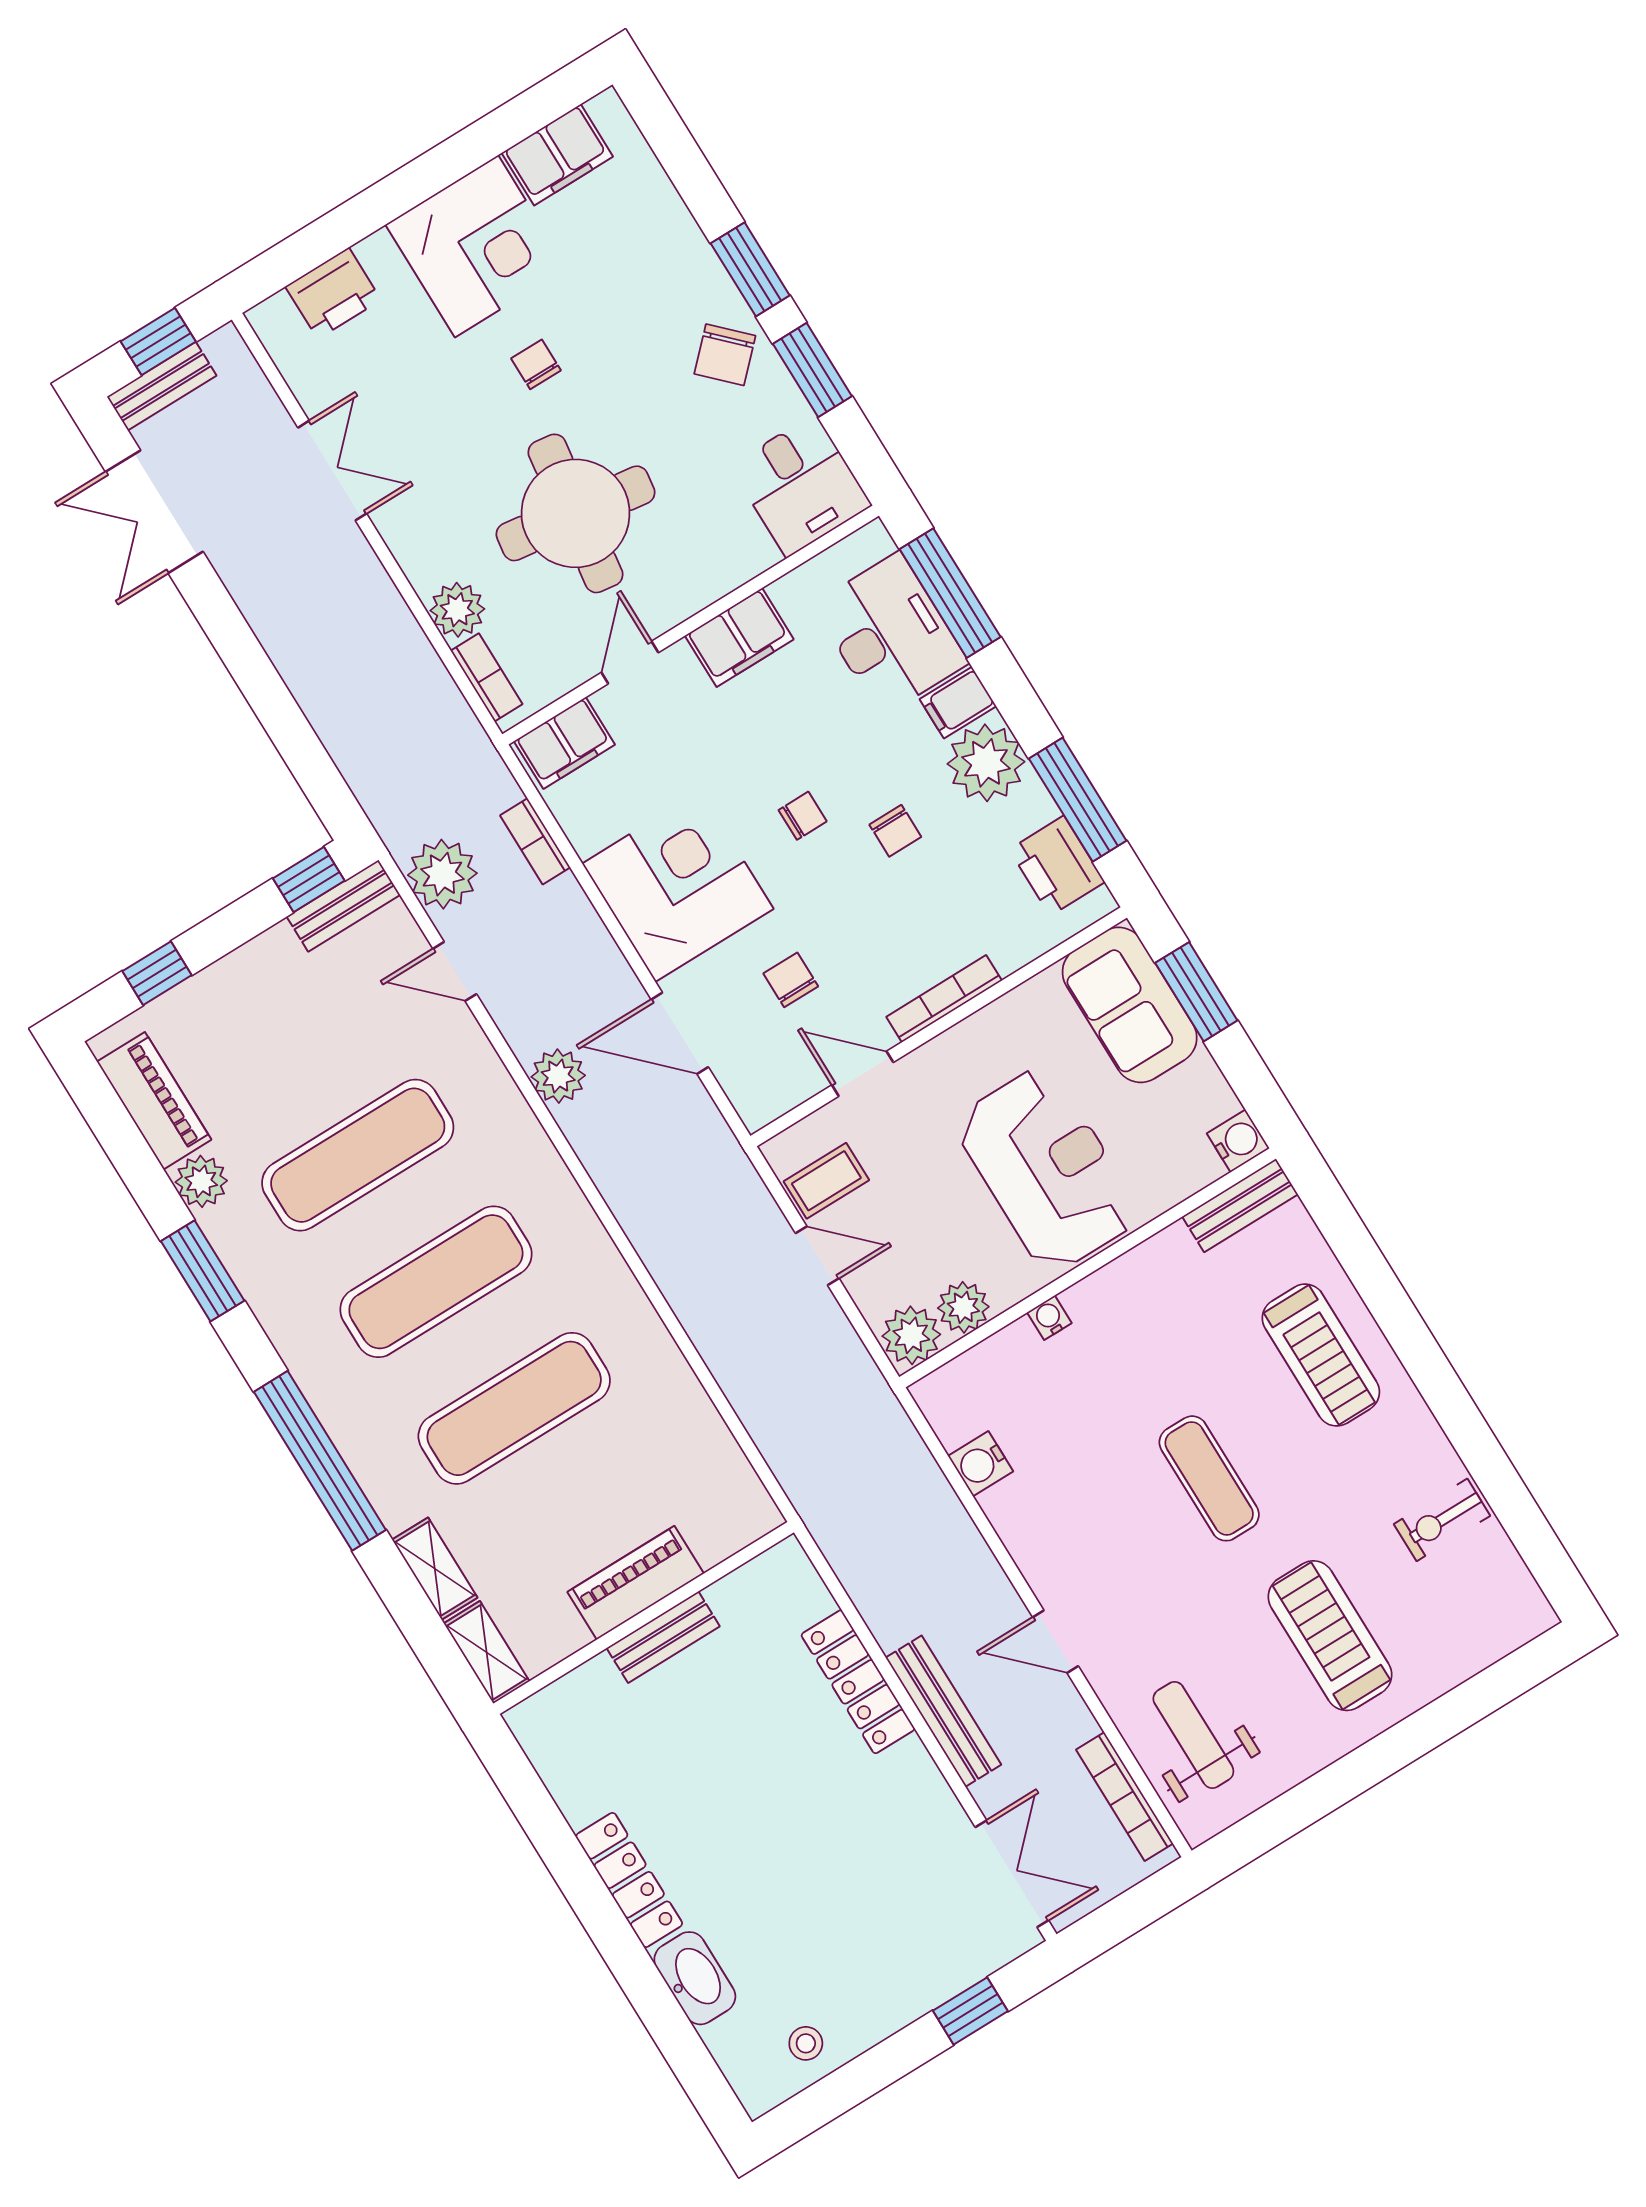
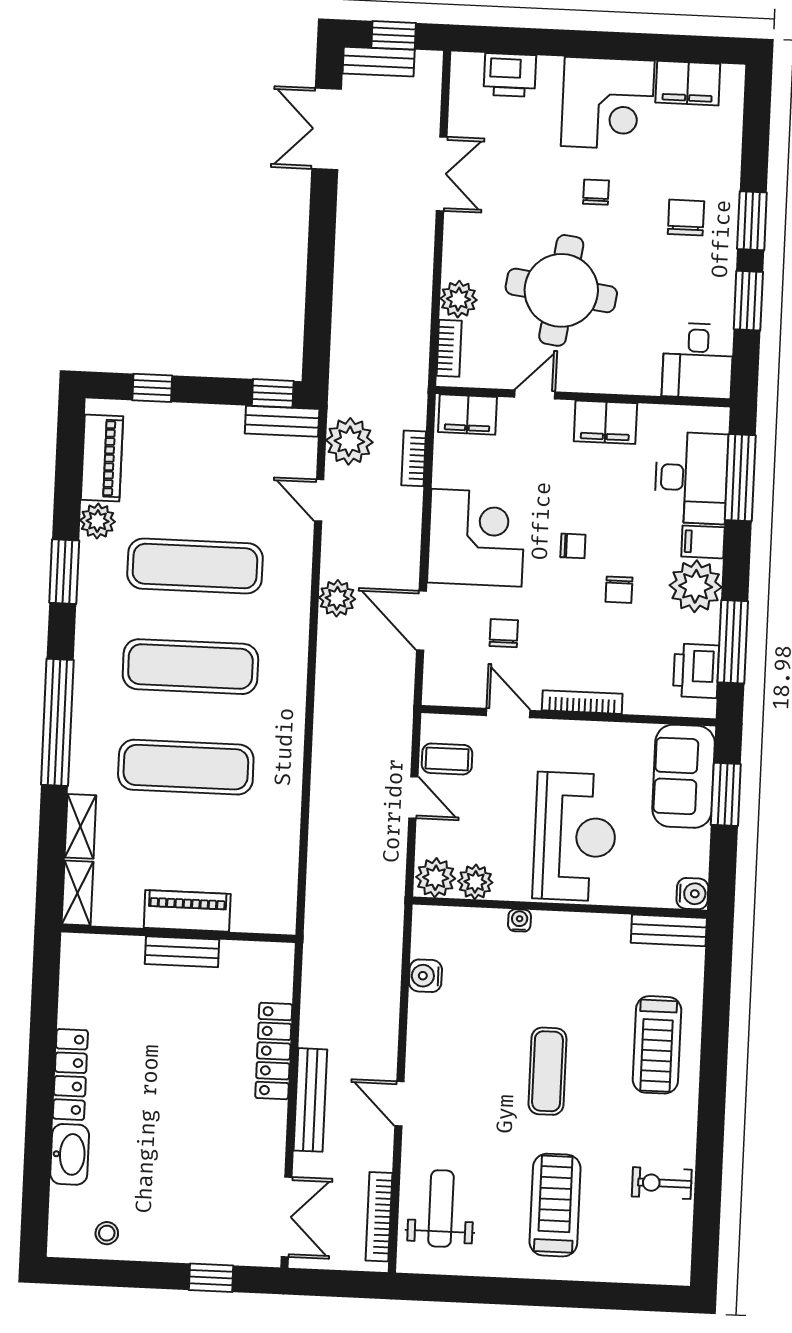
chair: (725, 355) -> (686, 218), moved, turned 135

